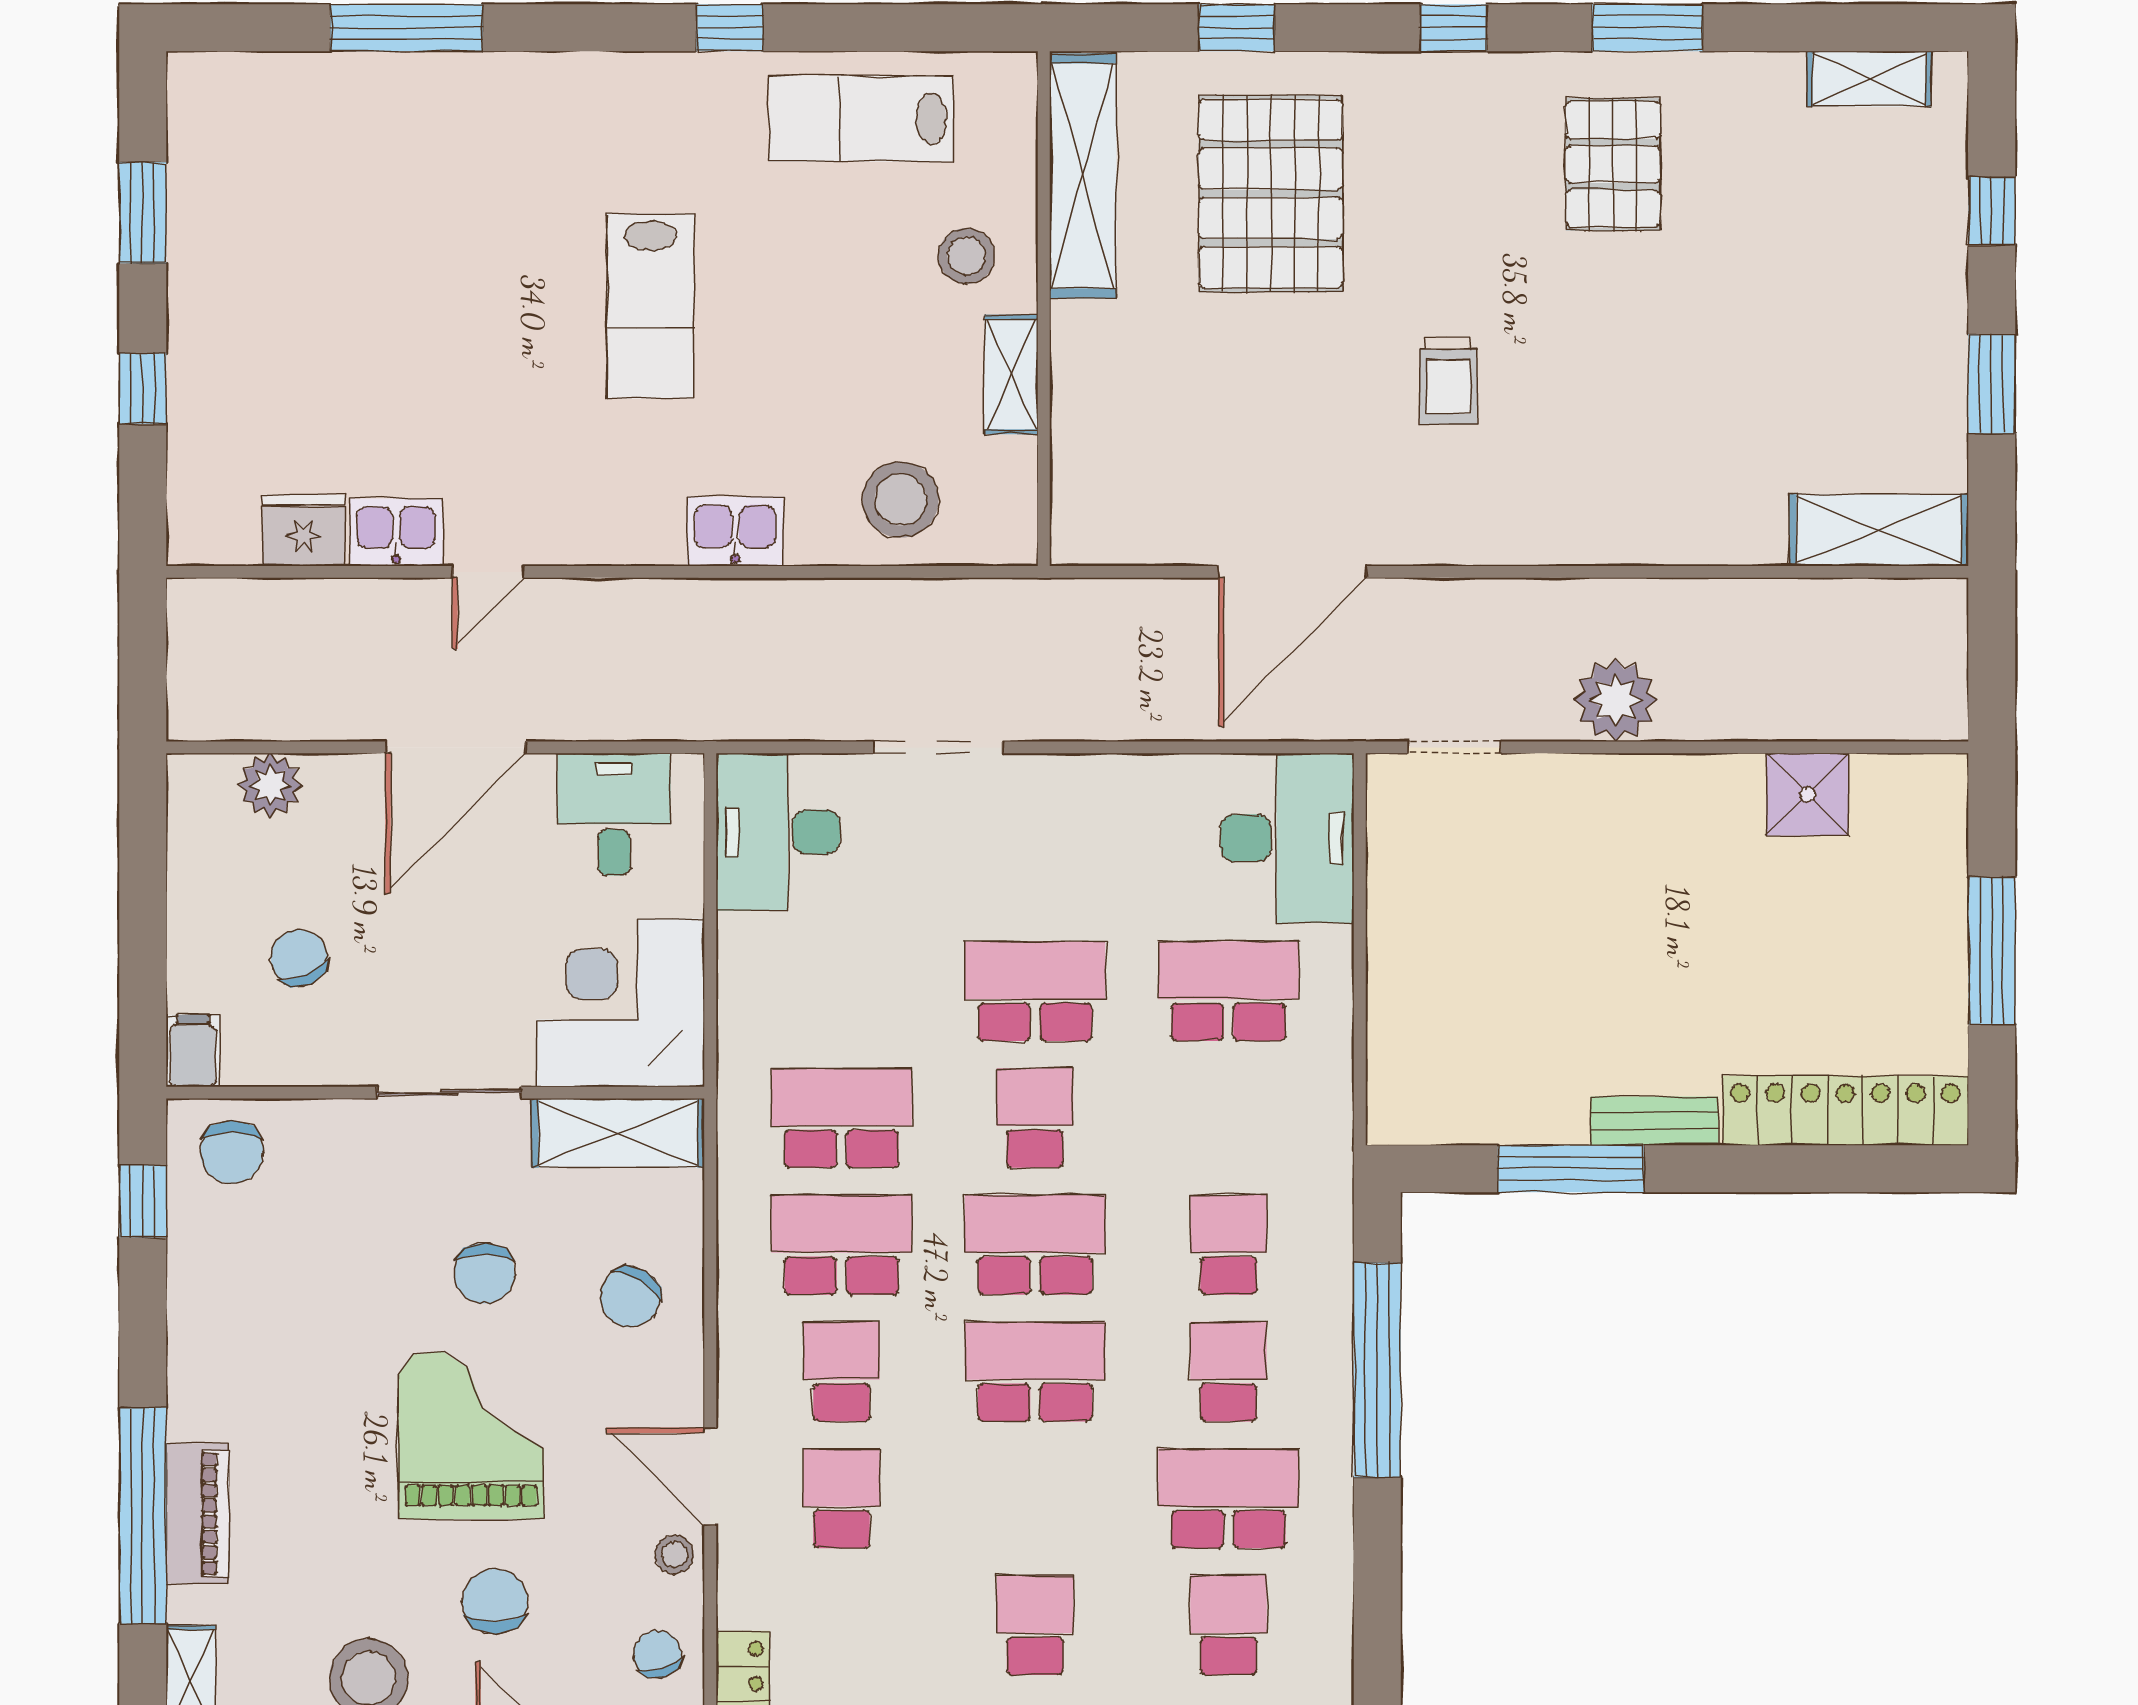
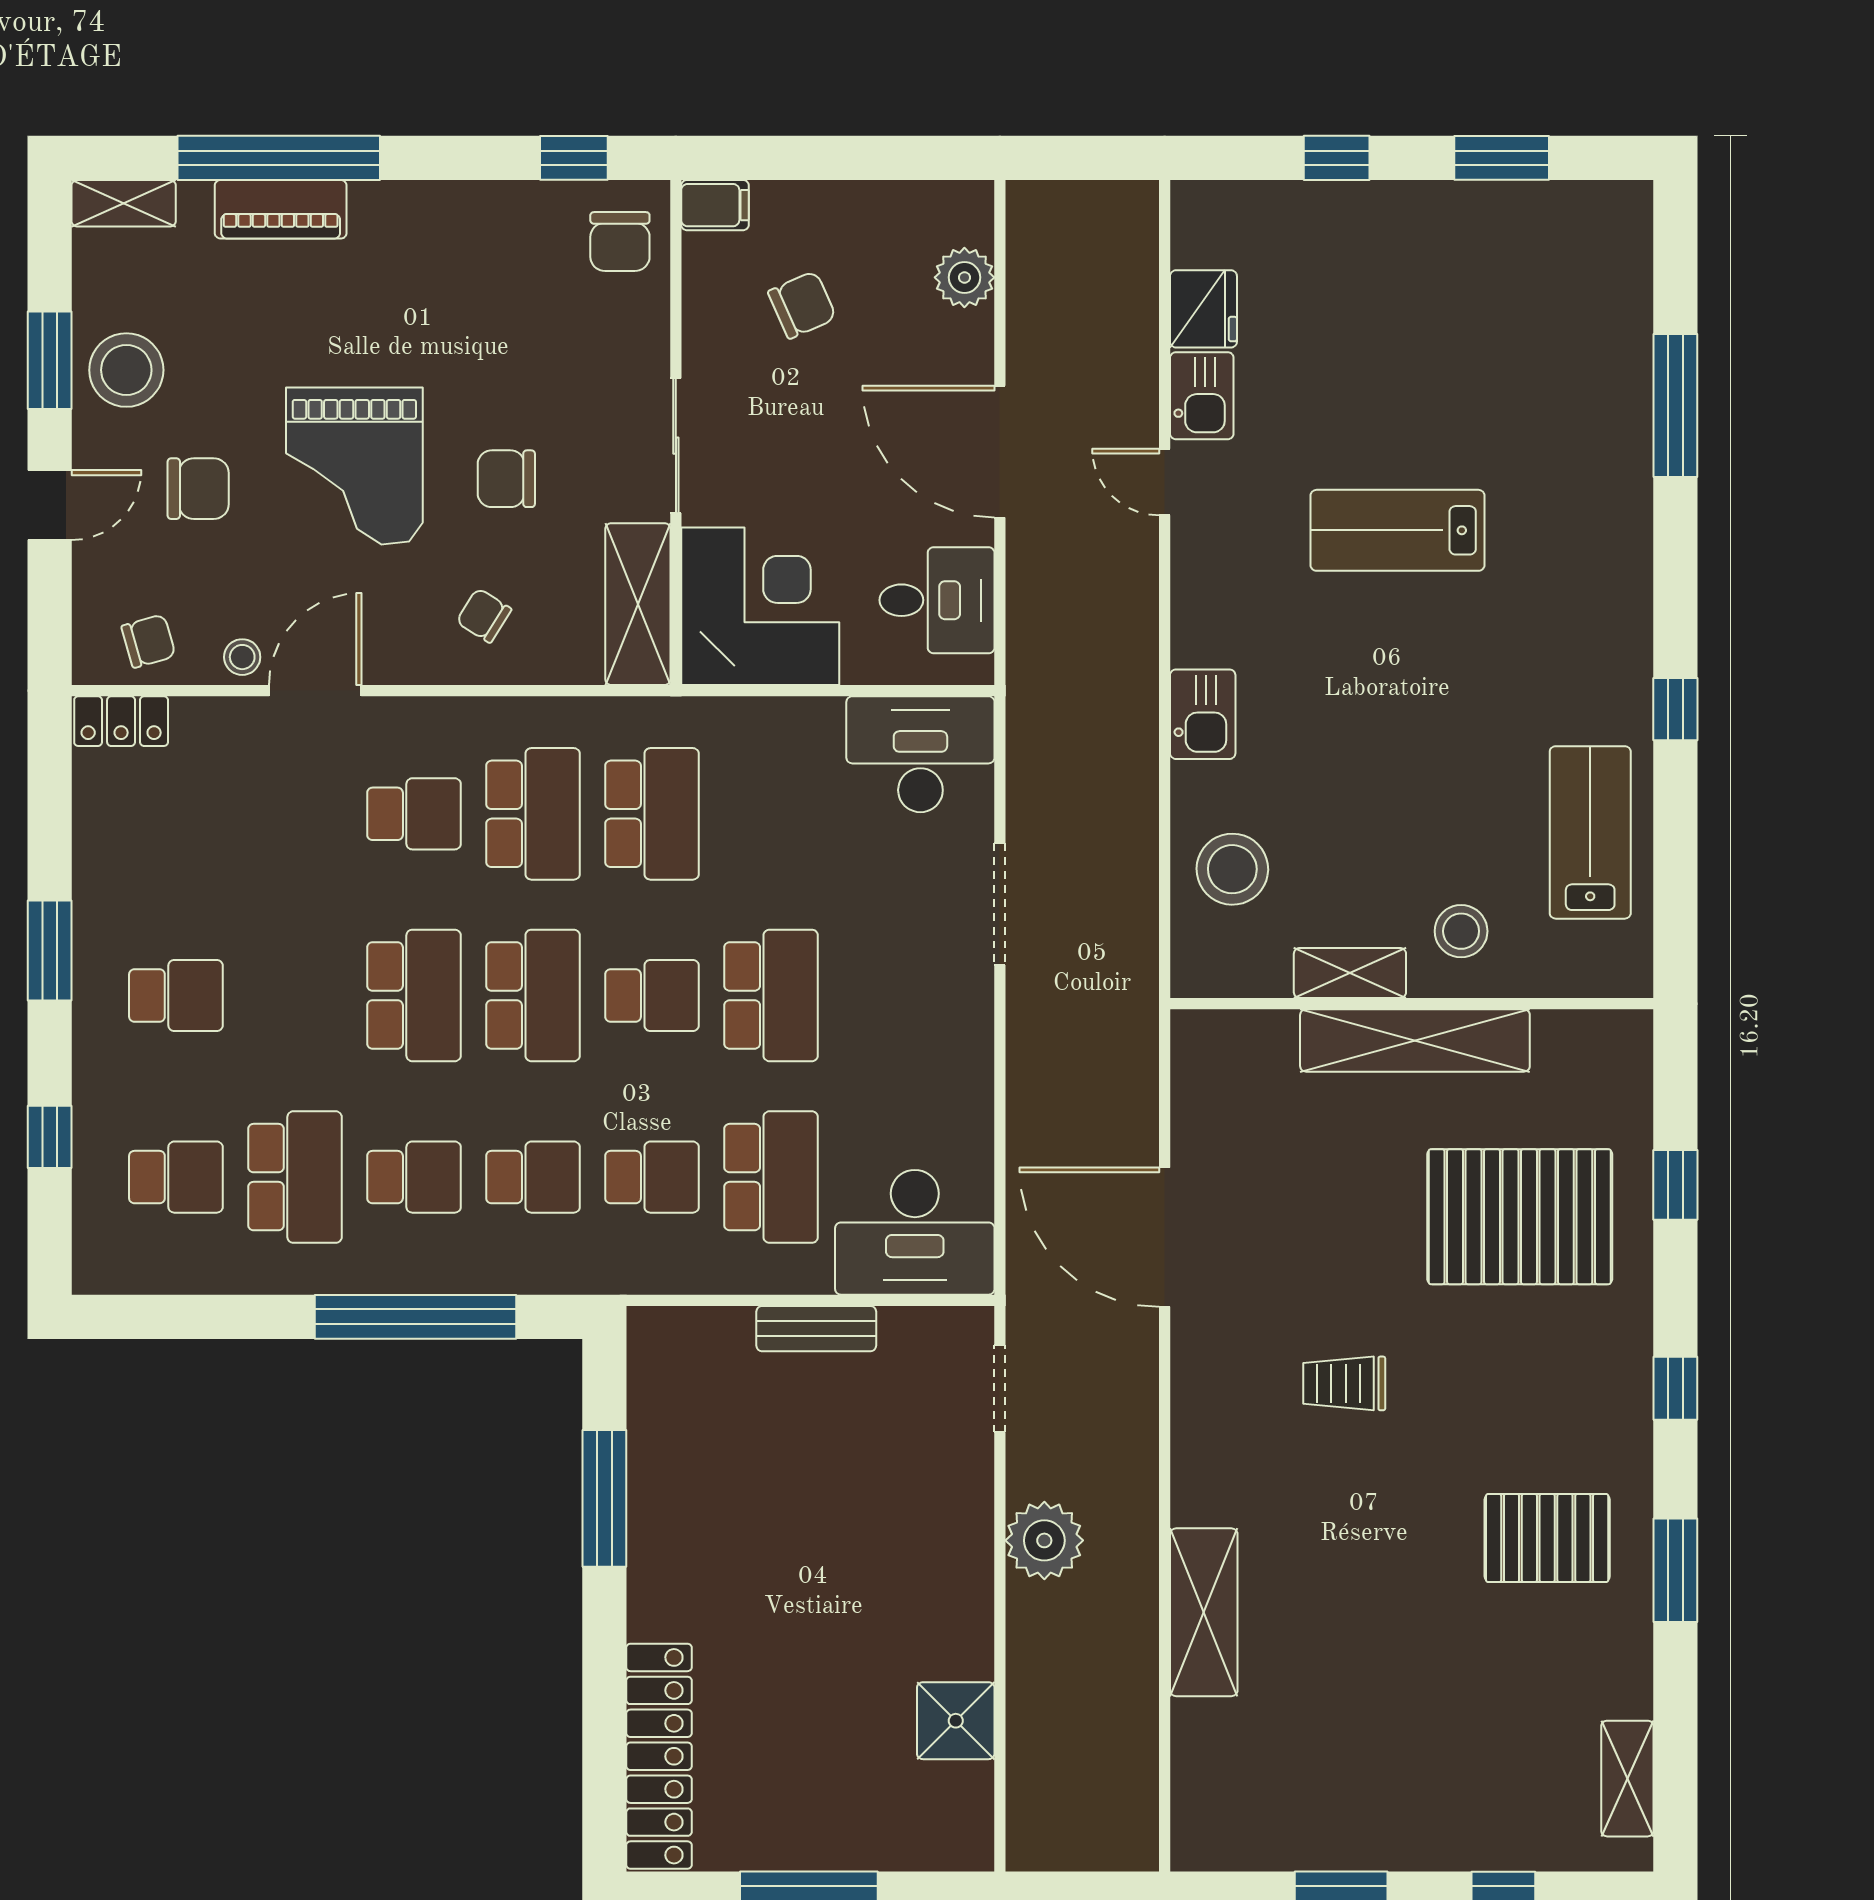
shelving: (1083, 176) -> (1415, 1040), moved
lab bench: (650, 306) -> (1398, 530), moved
shelving: (1879, 530) -> (1204, 1612), moved
bench: (1654, 1121) -> (816, 1329), moved, turned 90
chair: (232, 1152) -> (620, 242), turned -90
chair: (630, 1297) -> (484, 616), width x0.73, depth x0.73
grand piano: (471, 1435) -> (354, 466), turned 90
school desk: (842, 1498) -> (652, 1177), moved

